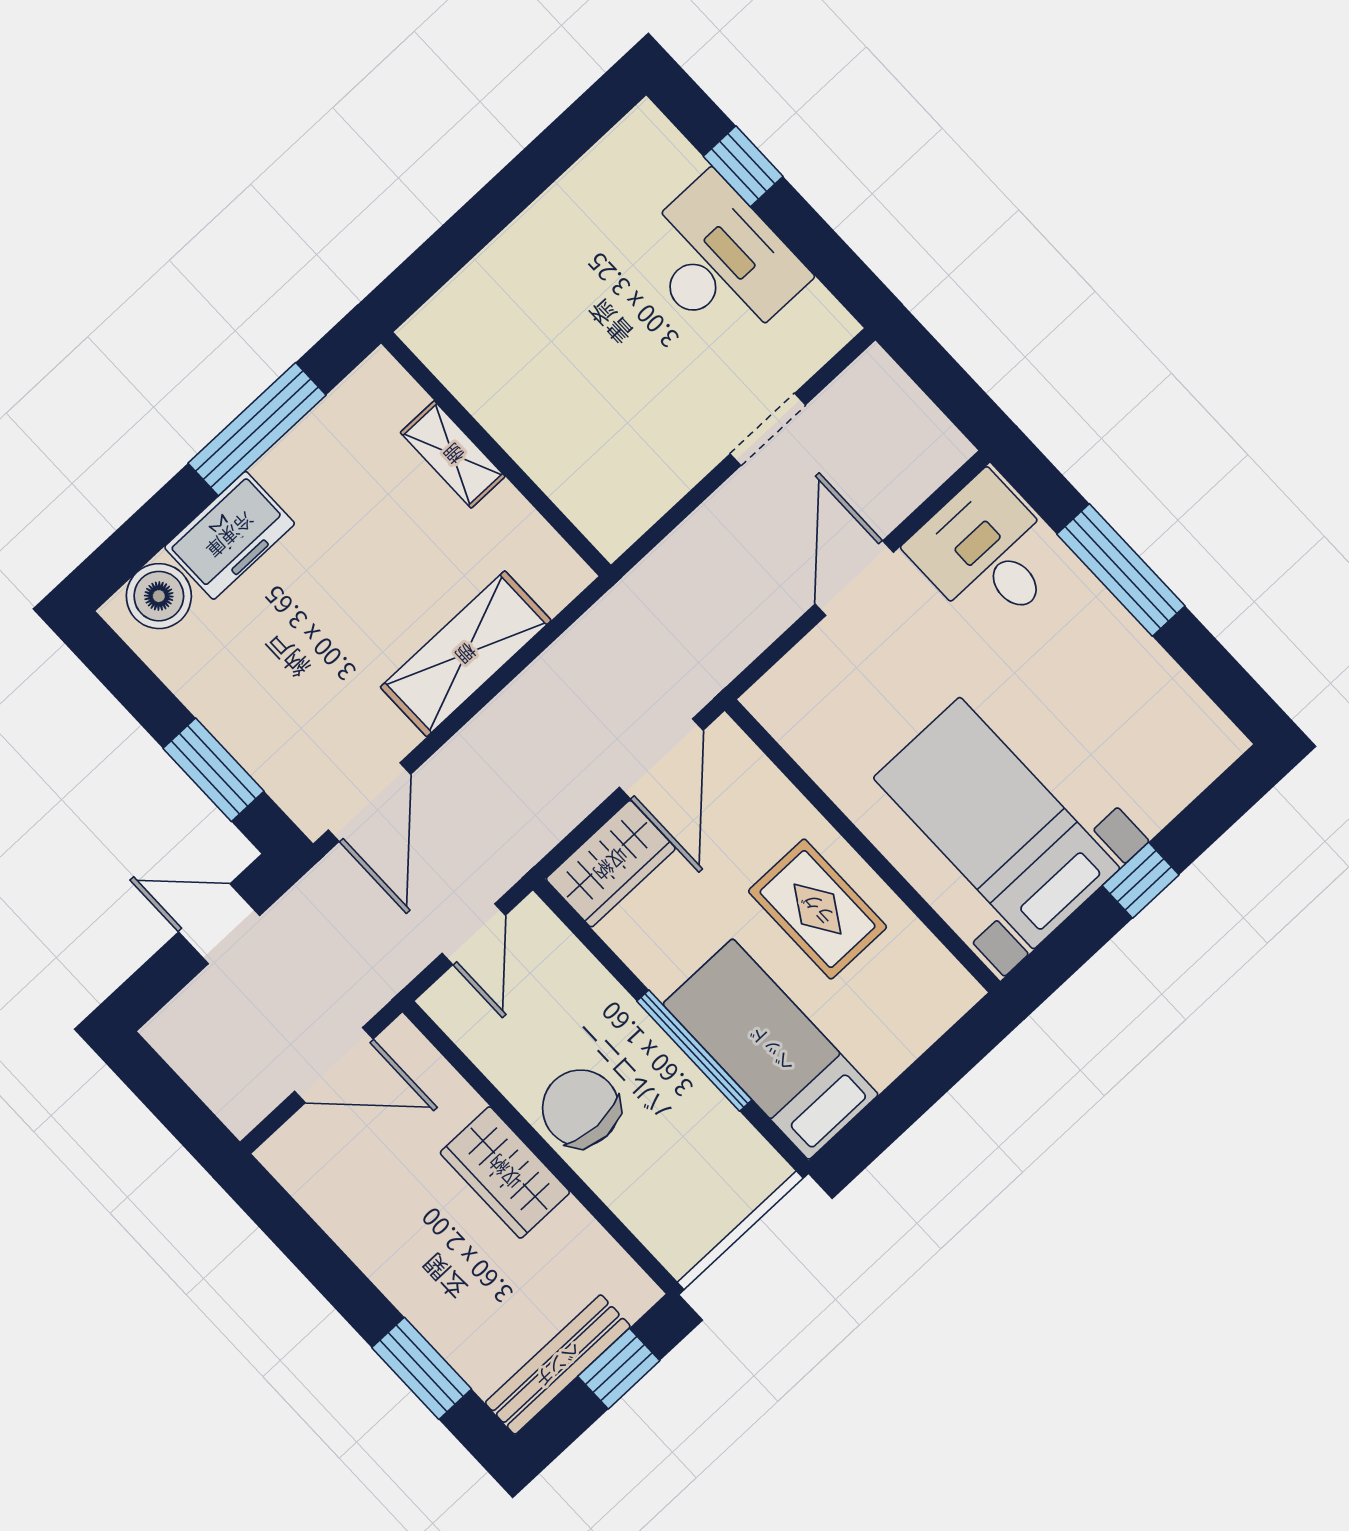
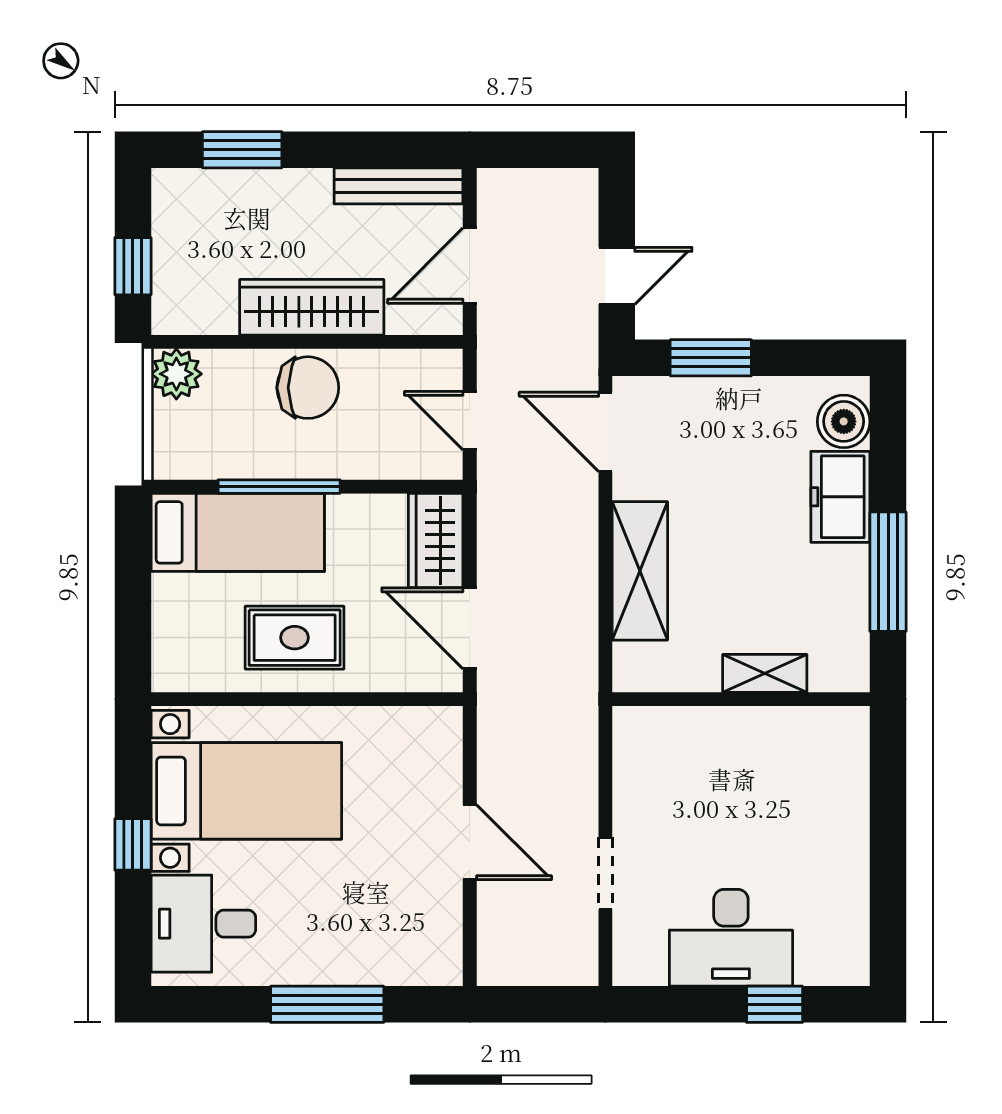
desk: (987, 554) -> (203, 924), moved, turned 180
wardrobe: (505, 1172) -> (312, 307), width x1.50
plant: (680, 1238) -> (176, 374), added
bench: (558, 1365) -> (399, 186), moved, turned 90

